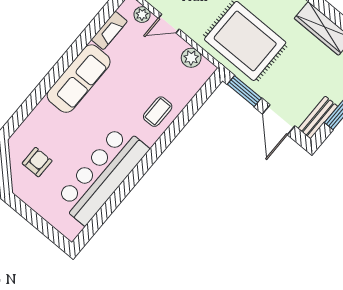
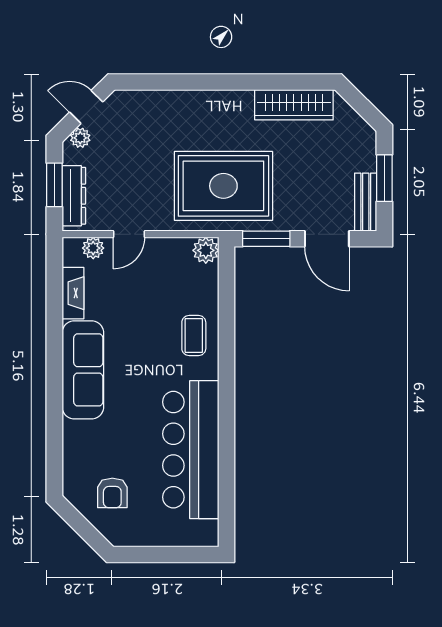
plant: (191, 58) -> (206, 250), moved
armchair: (37, 162) -> (112, 493), turned 180

